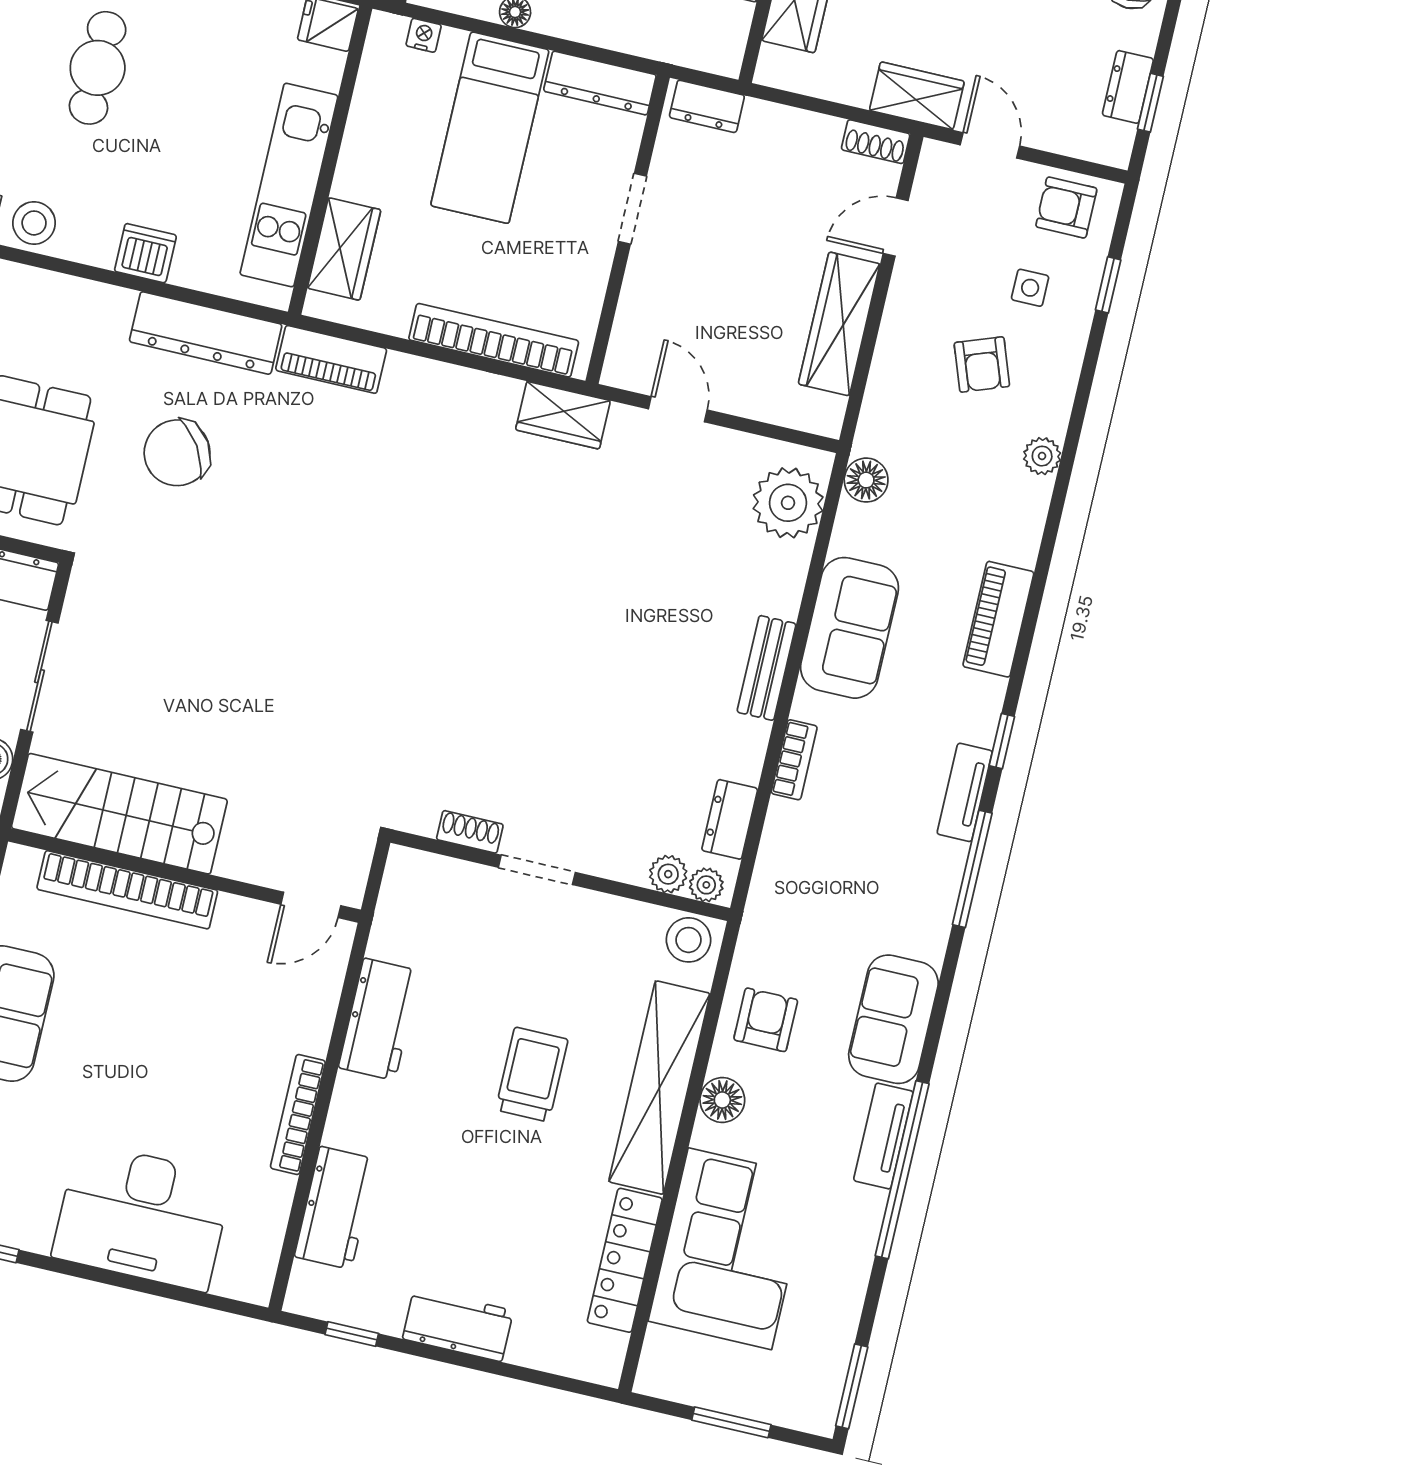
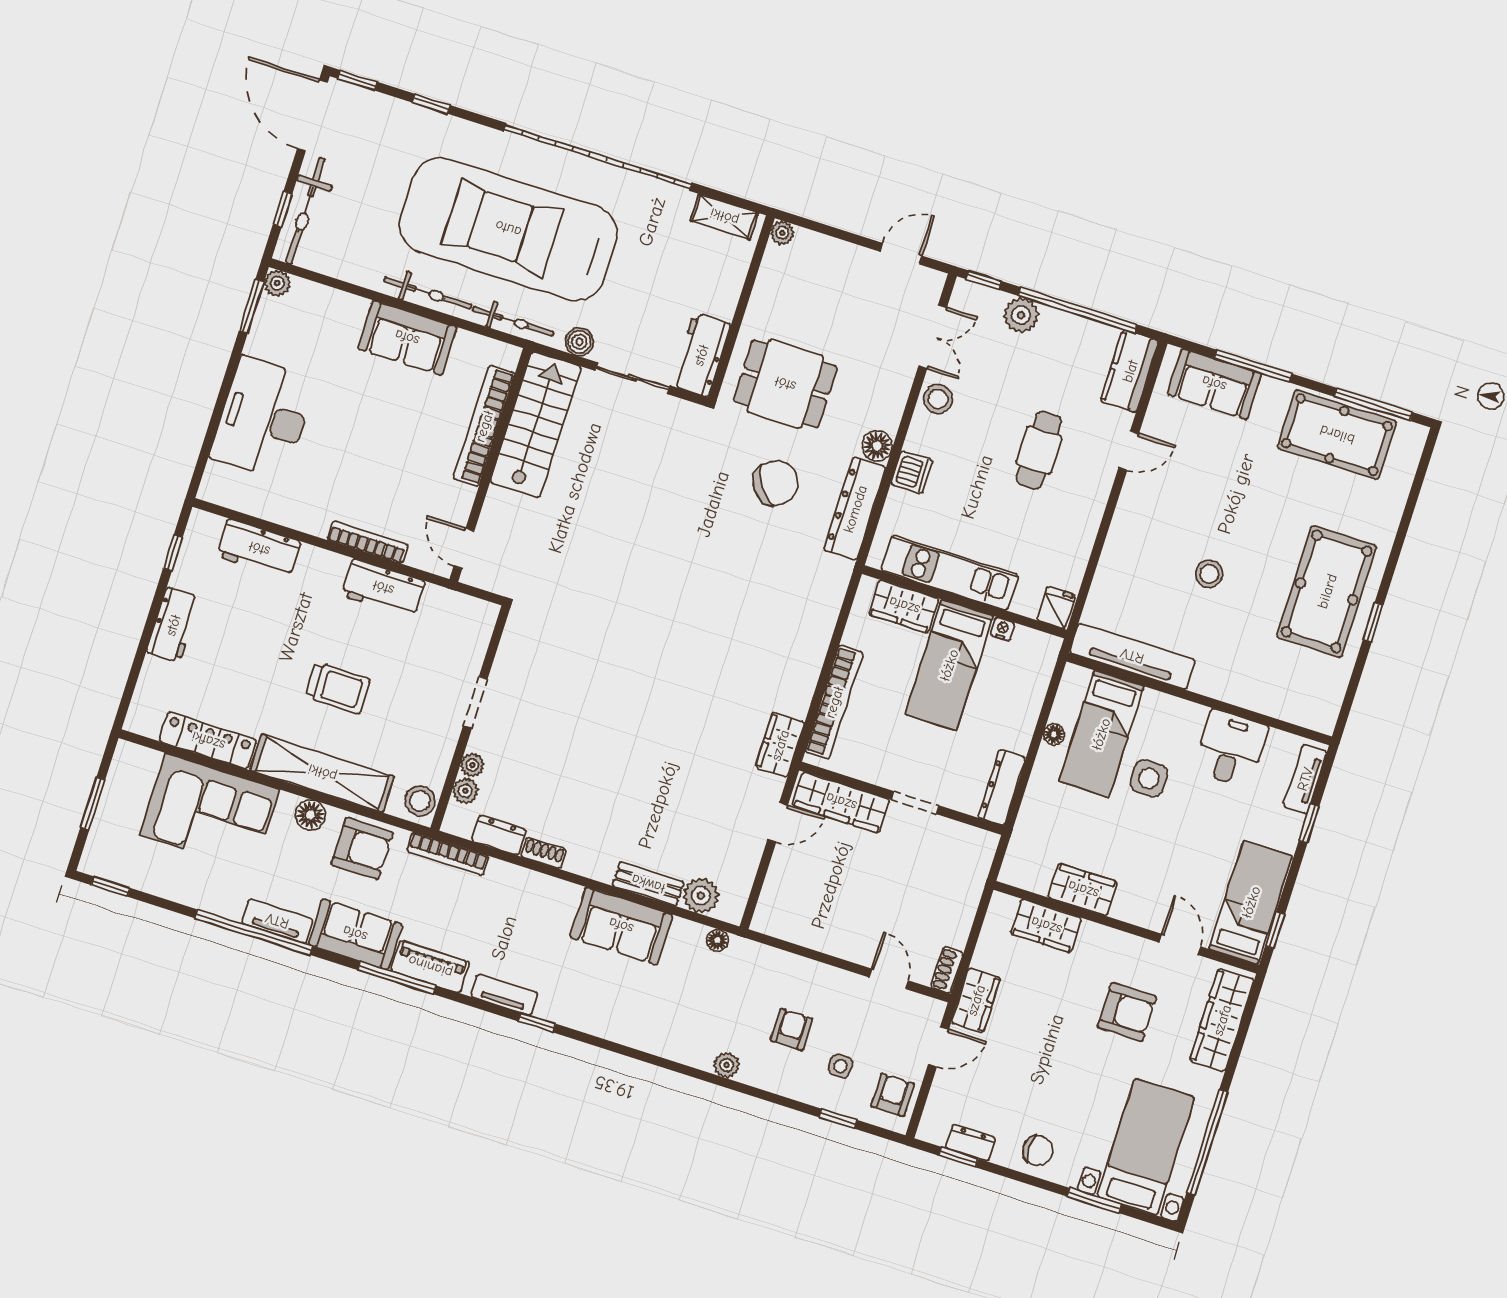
nightstand: (424, 35) -> (1002, 629), moved, turned -90
cafe table: (98, 68) -> (1039, 450), turned 90
dresser: (707, 106) -> (980, 858), removed
bed: (490, 128) -> (949, 665), moved, turned -90
floor lamp: (110, 307) -> (877, 446), added
wardrobe: (839, 324) -> (841, 802), moved, turned 180
piano: (331, 359) -> (830, 592), removed
armchair: (982, 365) -> (791, 1029), turned 110
chair: (177, 453) -> (776, 483), turned 88
floor lamp: (866, 480) -> (717, 940), width x0.73, depth x0.73
plant: (788, 503) -> (701, 896), width x0.73, depth x0.73
piano: (998, 619) -> (430, 967), moved
bench: (767, 668) -> (648, 884), moved
bookcase: (794, 760) -> (448, 854), moved, width x1.56
shoe rack: (470, 832) -> (544, 853), moved, turned -90
window: (972, 869) -> (397, 978), moved
plant: (706, 885) -> (472, 765), moved
armchair: (766, 1020) -> (362, 848), width x1.38, depth x1.38
bookcase: (298, 1115) -> (367, 542), moved
window: (852, 1386) -> (111, 887), width x0.67

